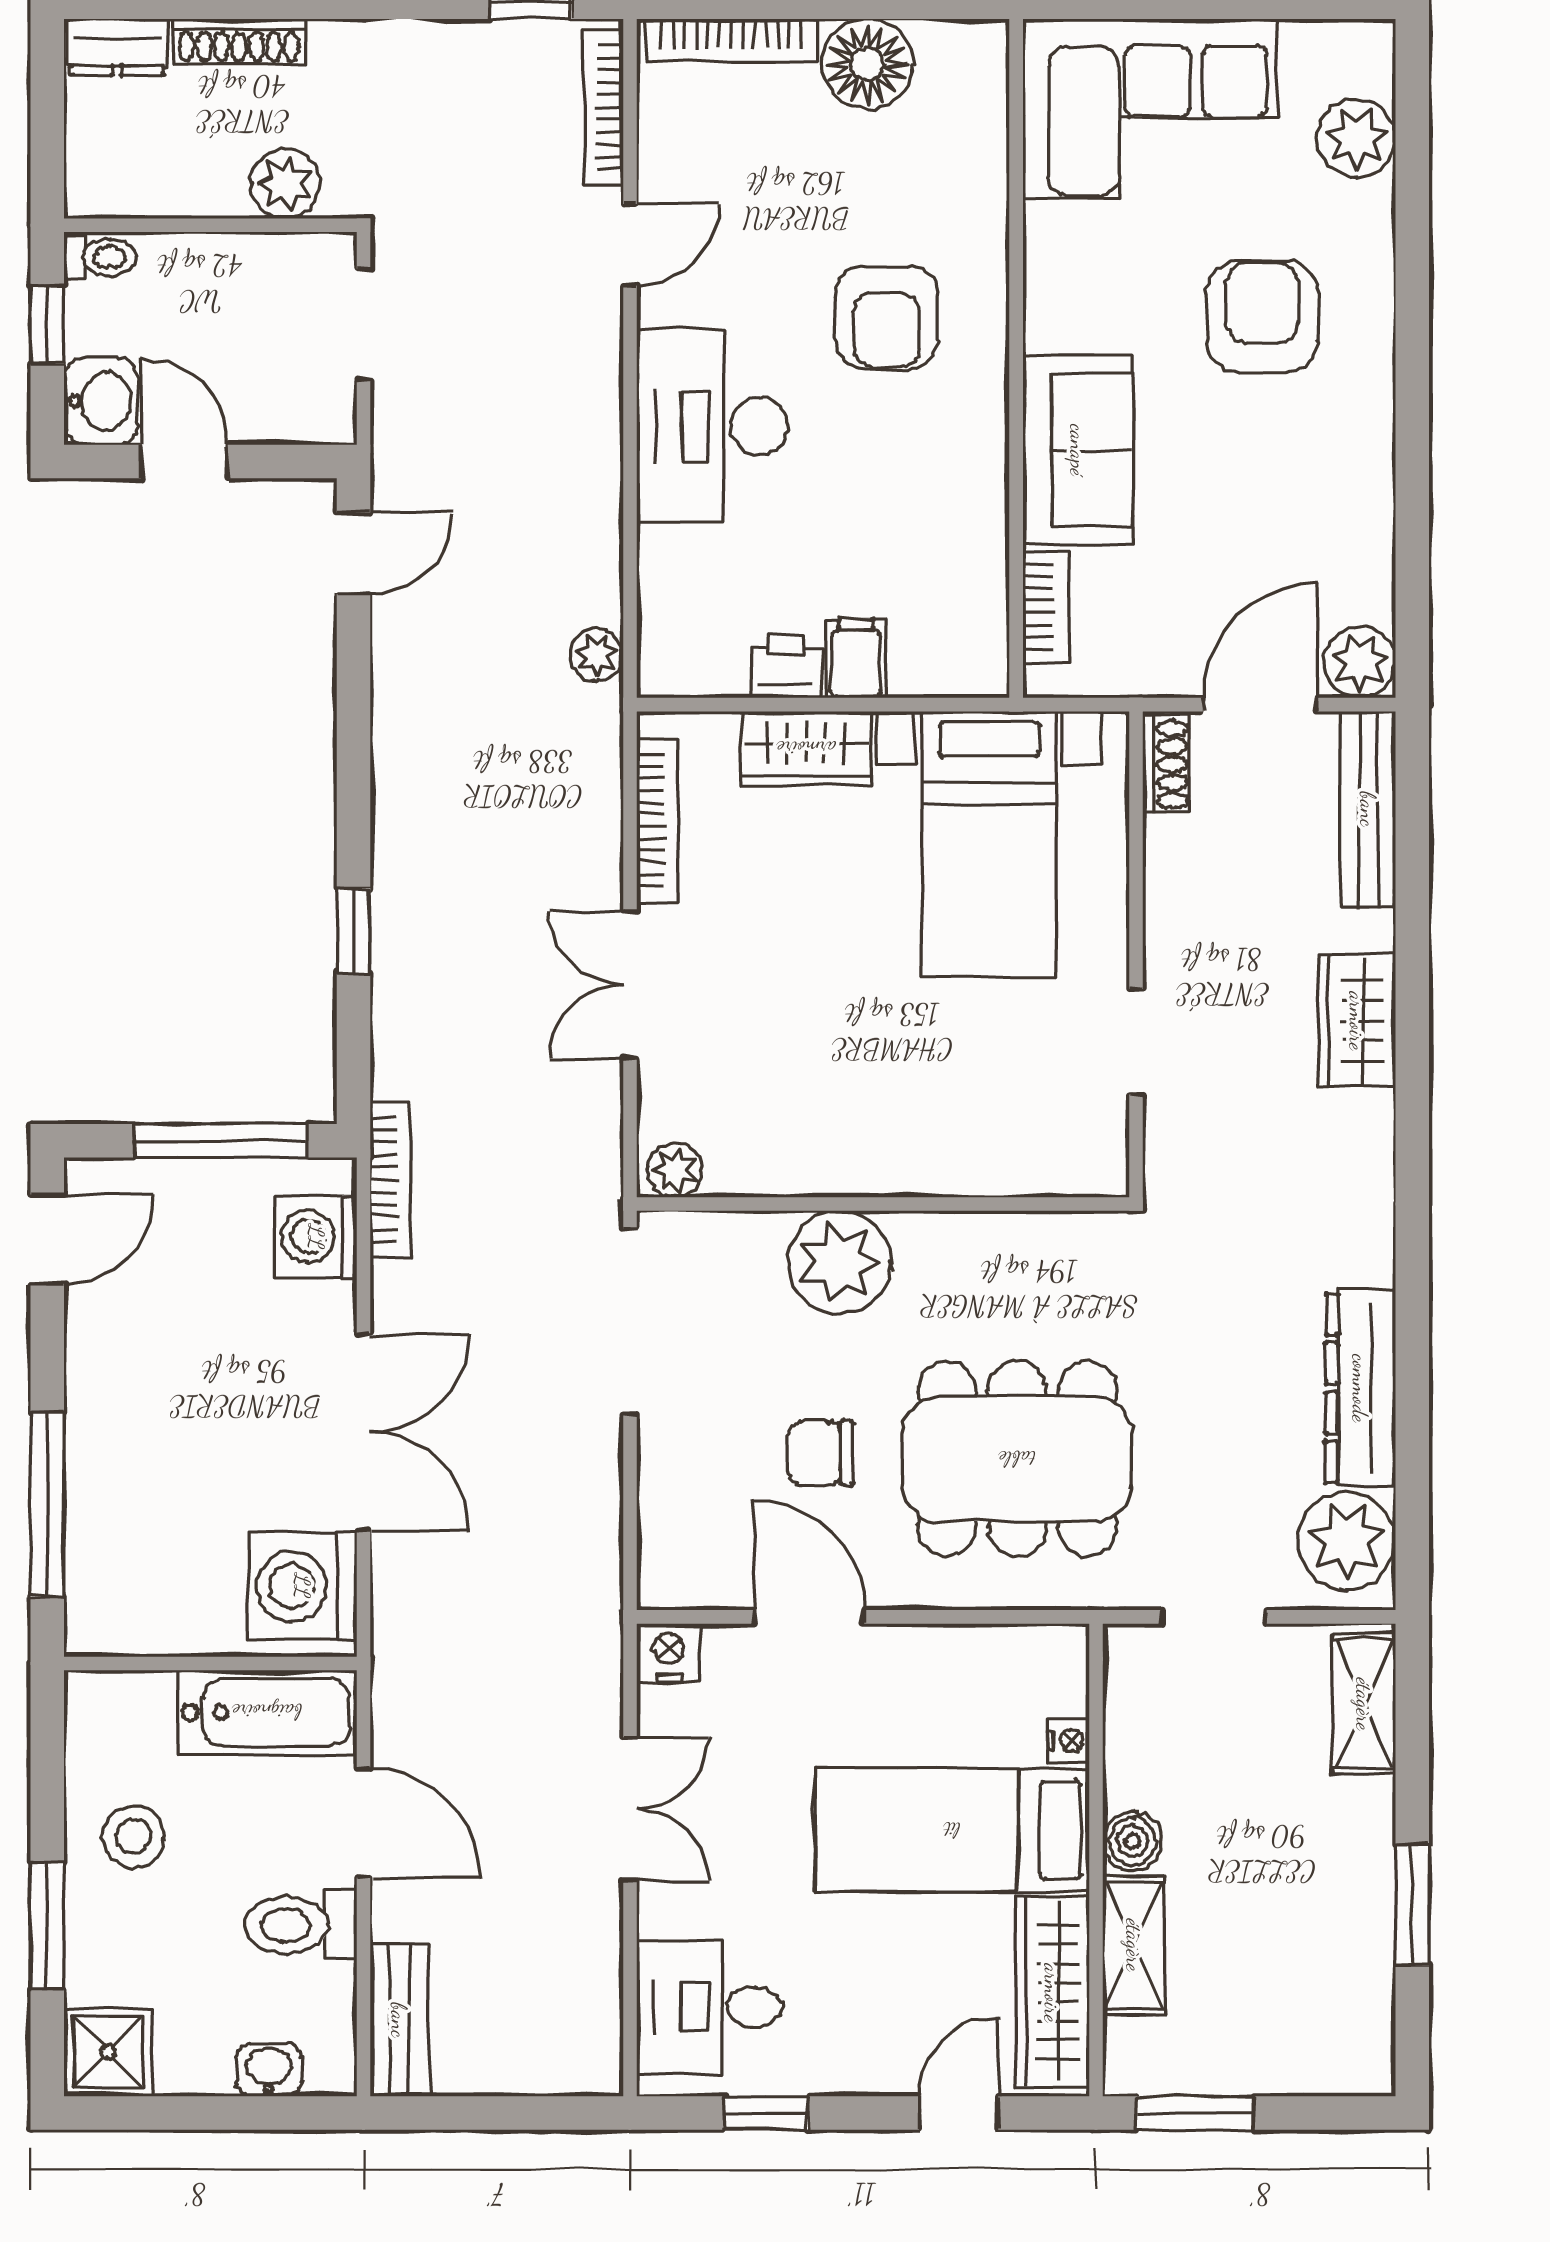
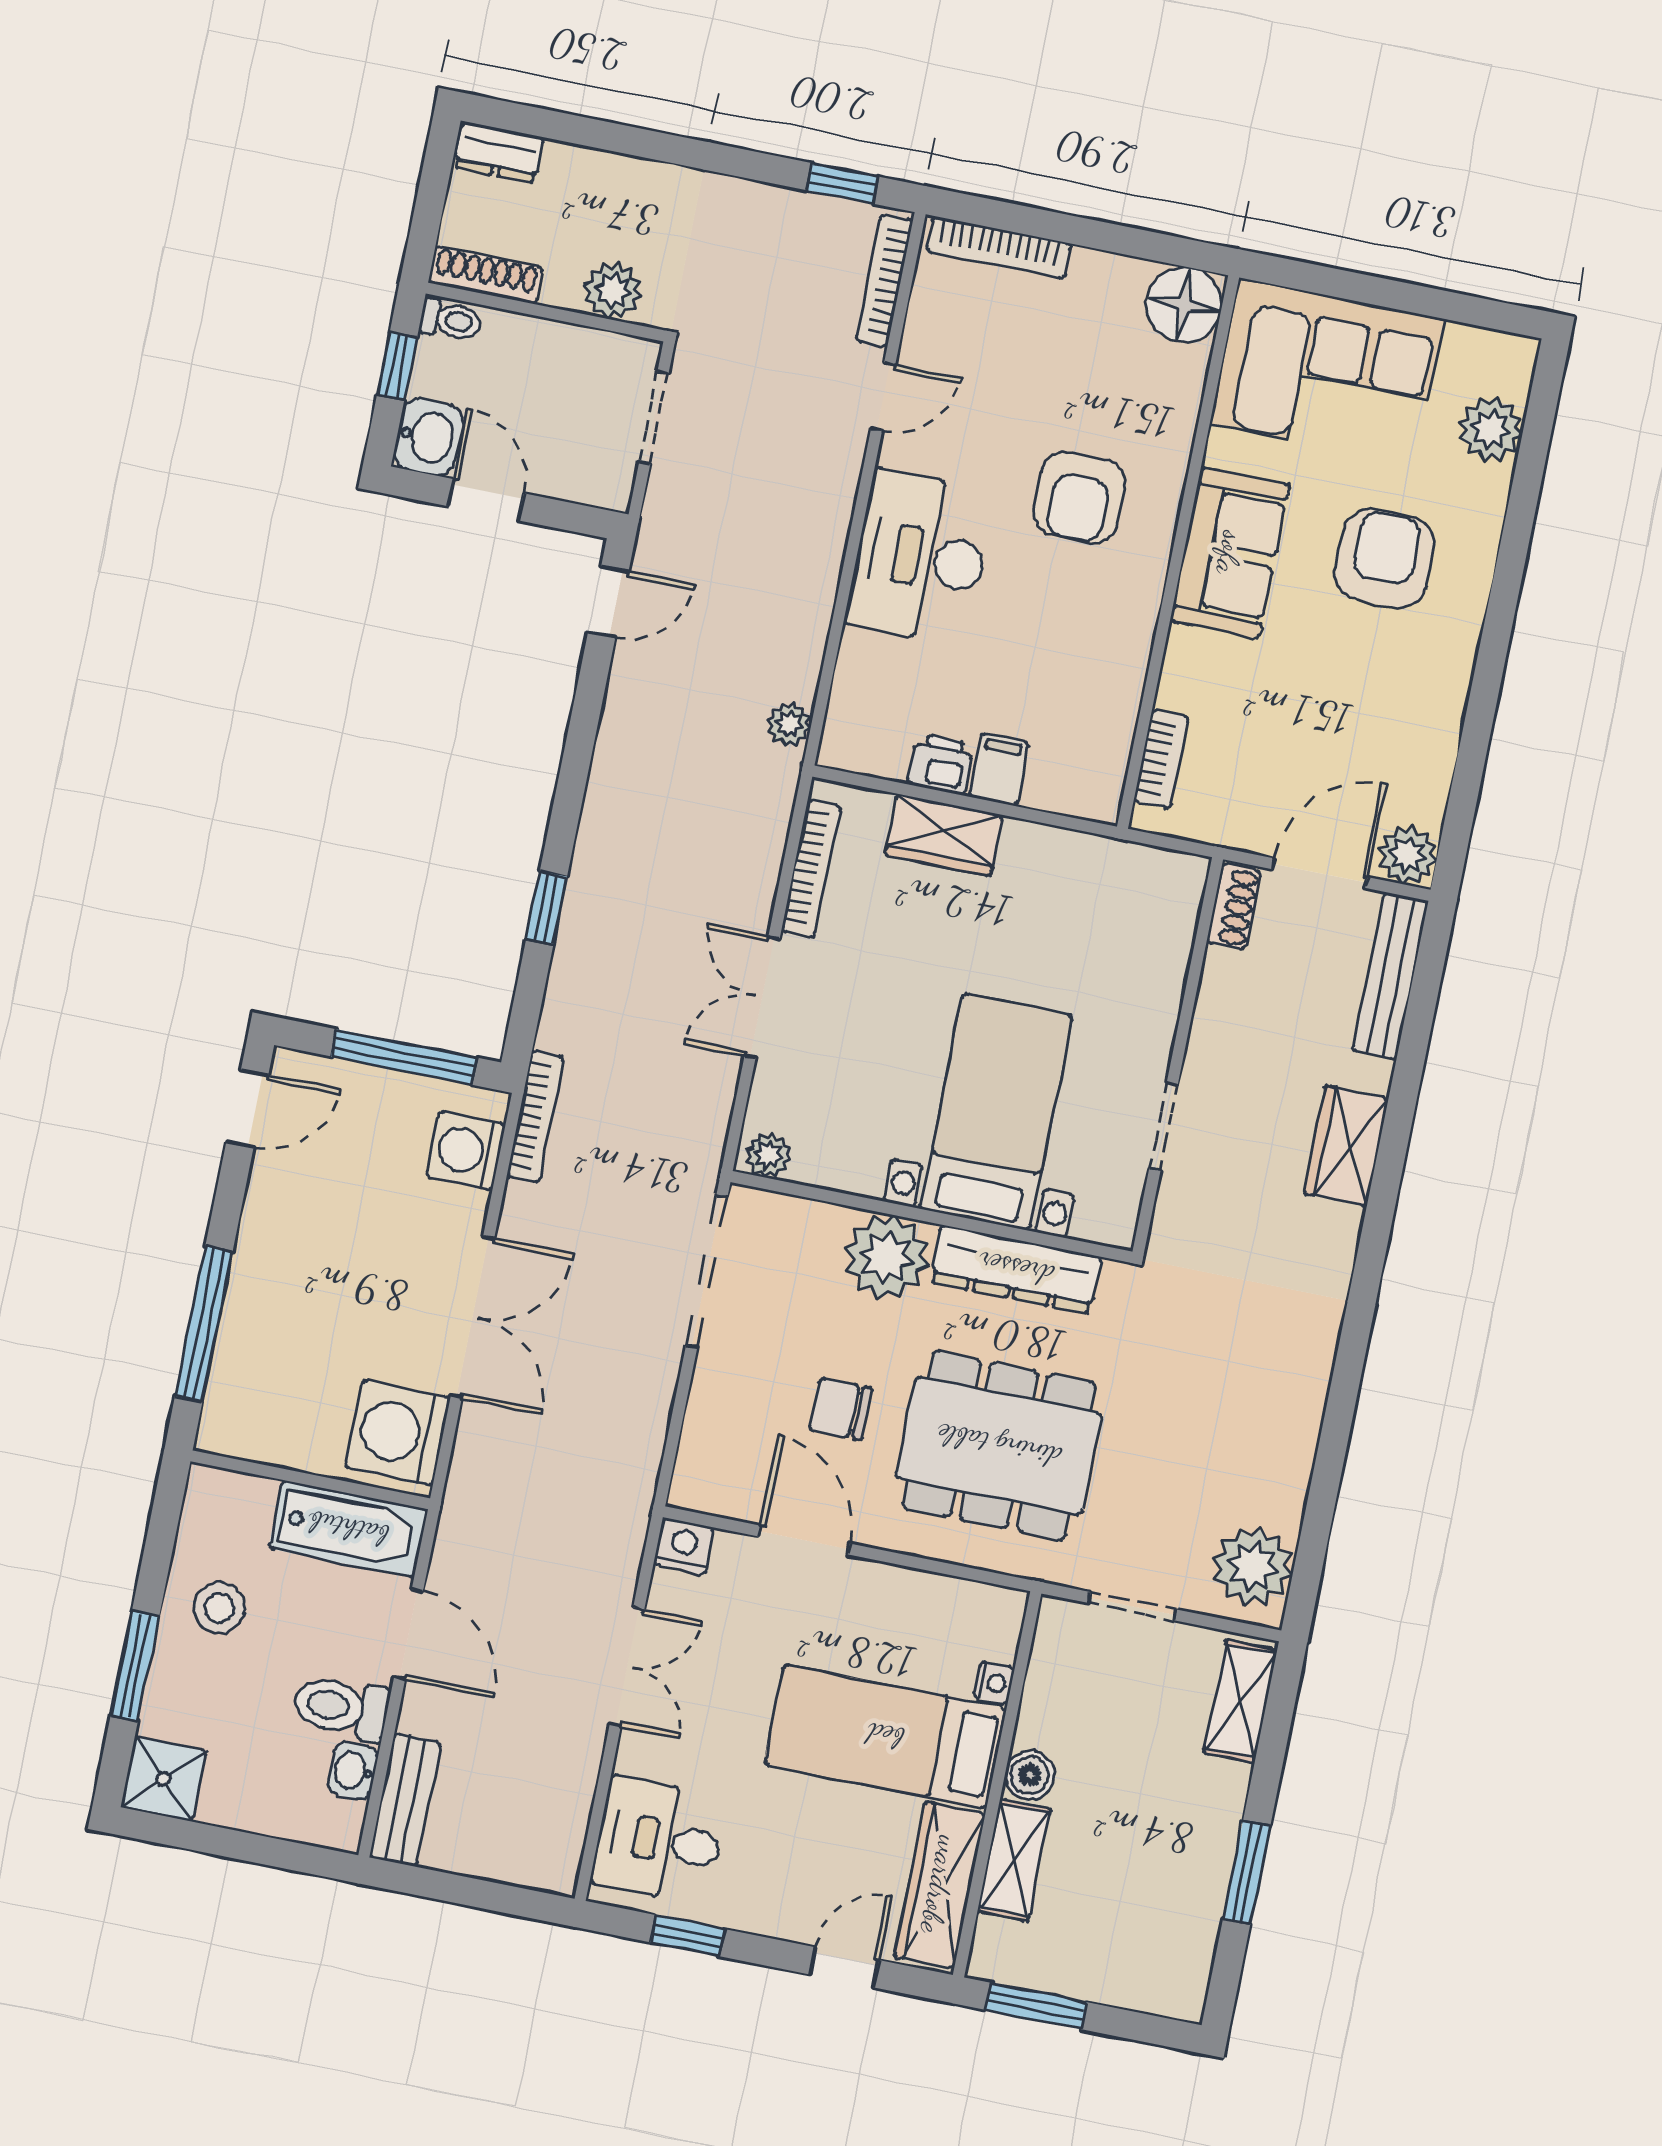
shoe rack: (239, 41) -> (486, 275), moved, turned 180
floor lamp: (867, 64) -> (1184, 305), moved
sofa: (1078, 450) -> (1230, 553), moved
bed with nightstands: (989, 844) -> (996, 1112), moved, turned 180
dresser: (1360, 1388) -> (1016, 1269), moved, turned -90
washbasin: (269, 2070) -> (353, 1771), moved, turned -90

